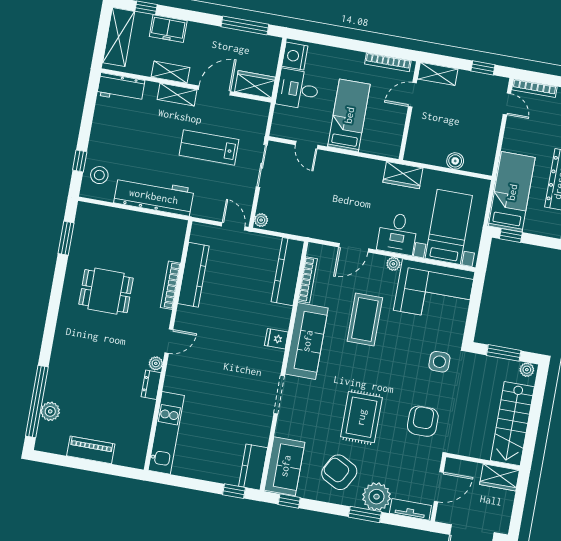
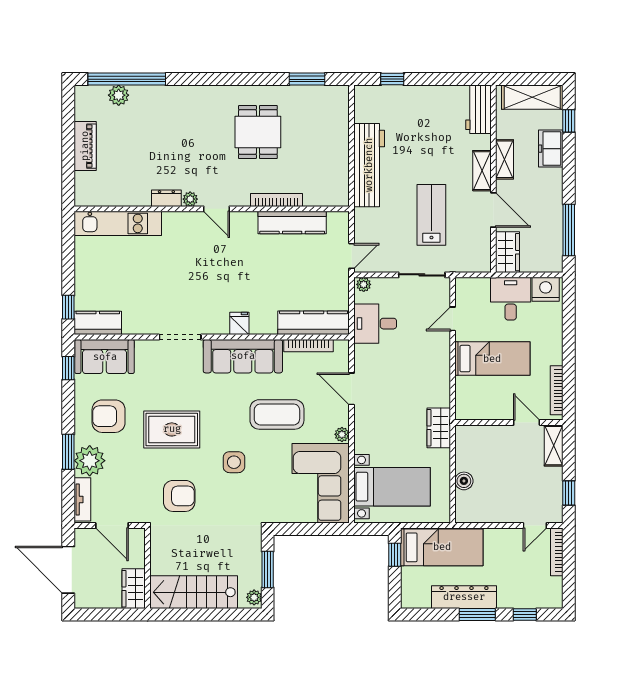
stool: (99, 175) -> (381, 103), removed
desk: (398, 234) -> (375, 324), moved
side table: (439, 362) -> (234, 462), moved
armchair: (339, 472) -> (109, 416), turned -118

